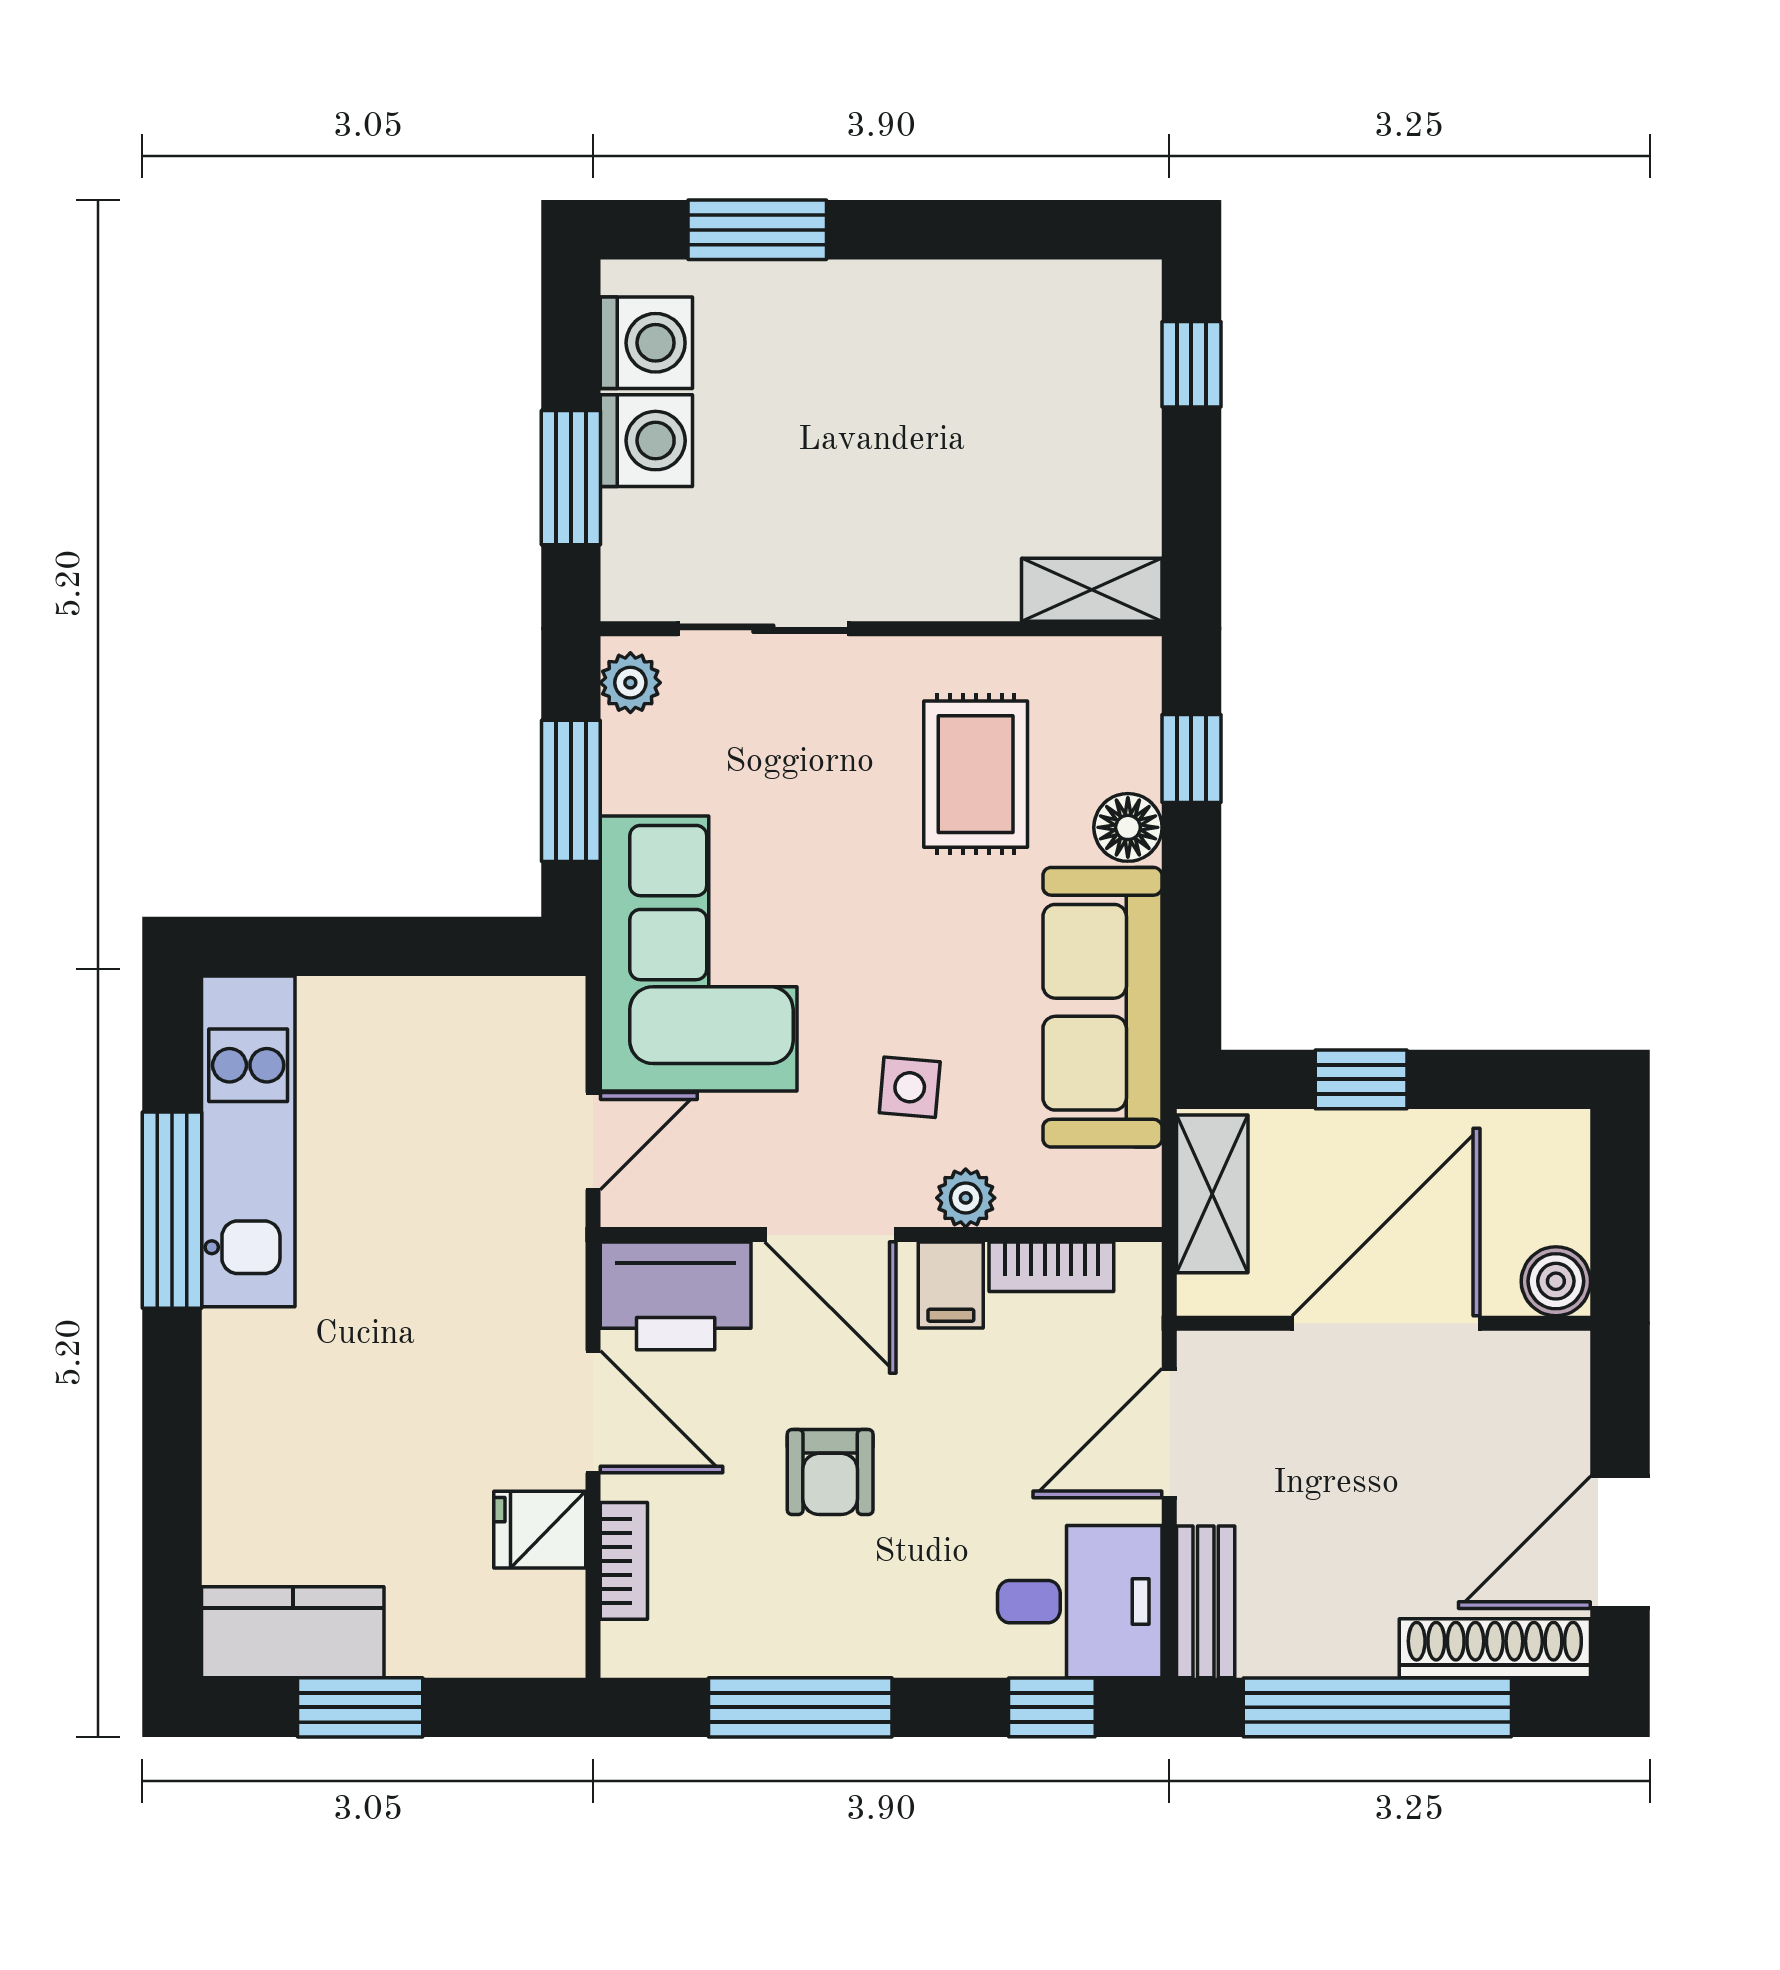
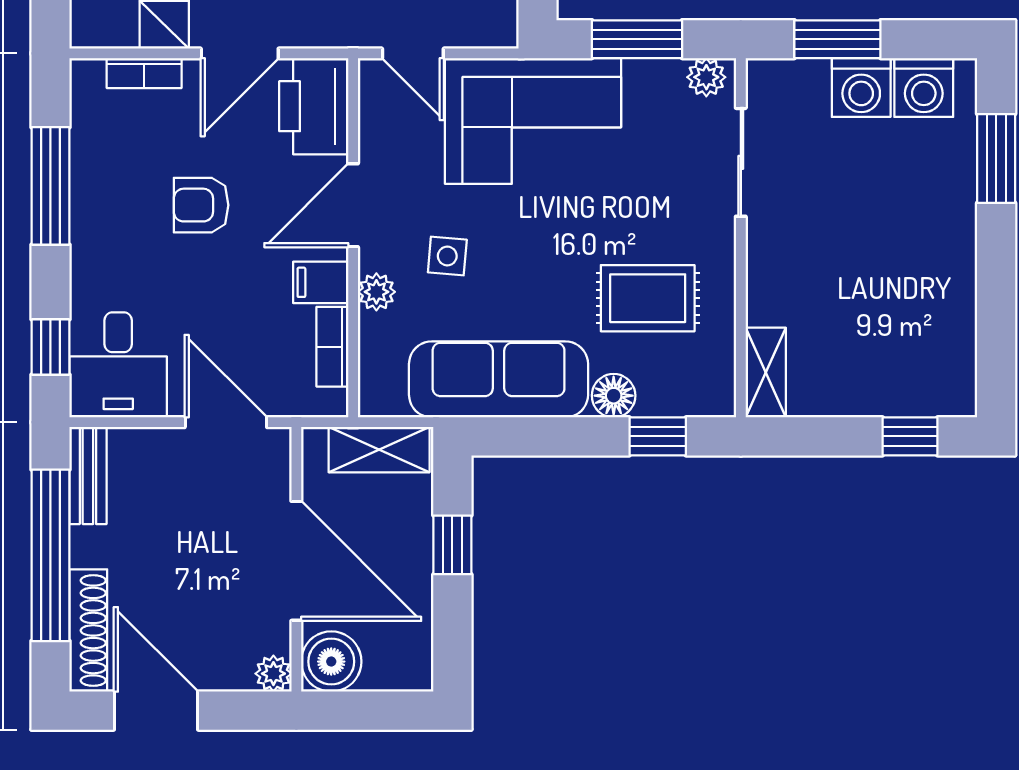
boiler: (1556, 1281) -> (331, 662), width x1.36, depth x1.36
plant: (1562, 1359) -> (273, 674), added
bench: (1206, 1602) -> (88, 476), moved, turned 90

